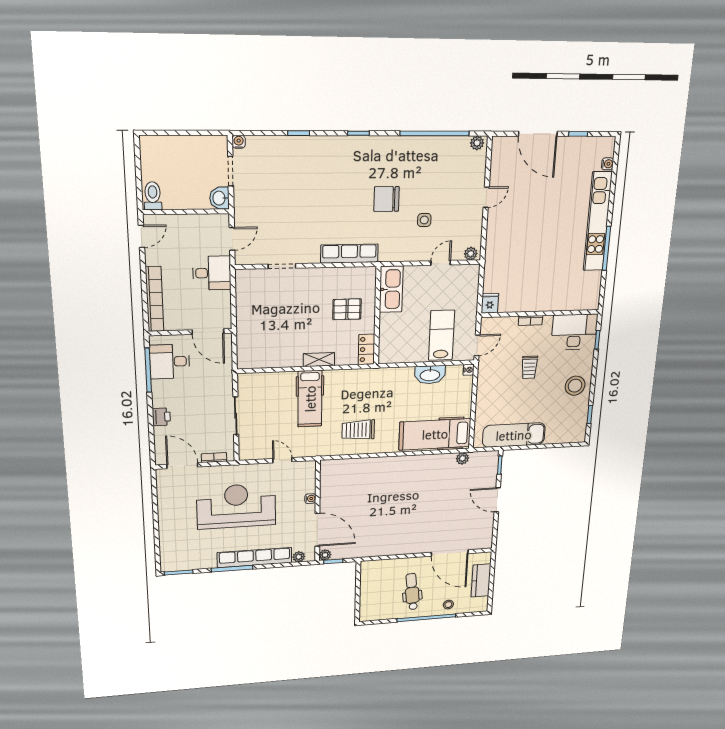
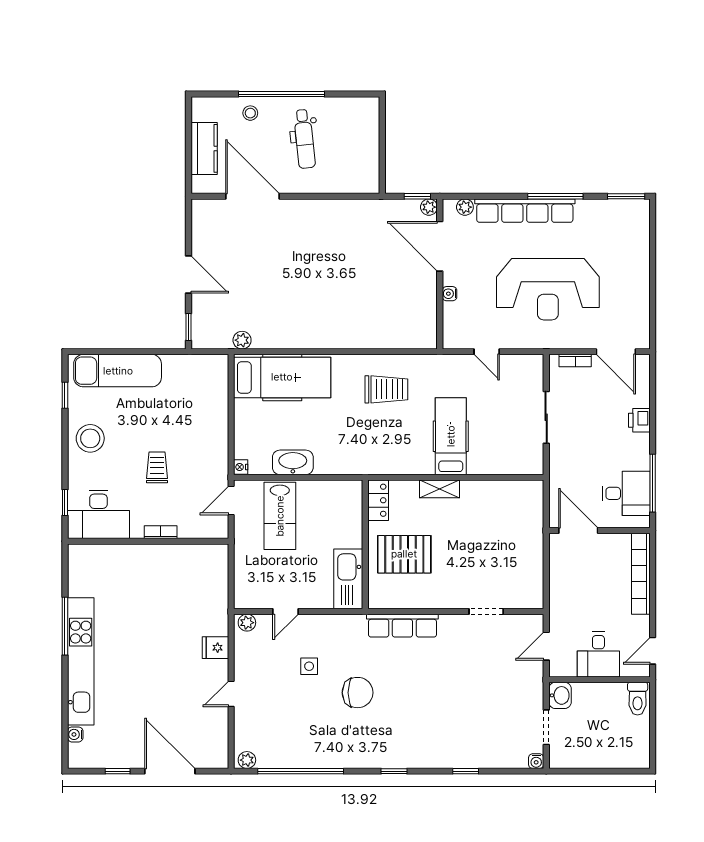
desk: (212, 273) -> (598, 654), moved, turned -90
fridge: (490, 303) -> (215, 648), moved, turned 90
pallet: (347, 309) -> (404, 554), width x1.50, depth x1.42
exam couch: (514, 435) -> (118, 371), moved

